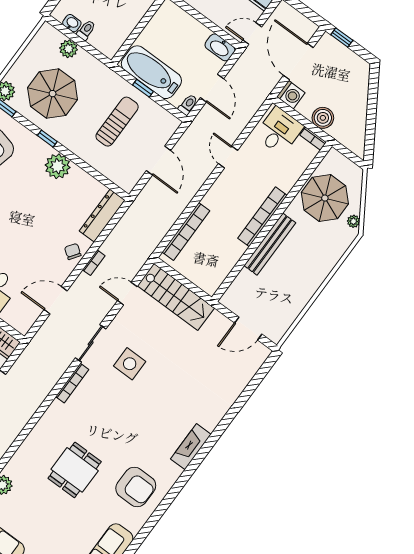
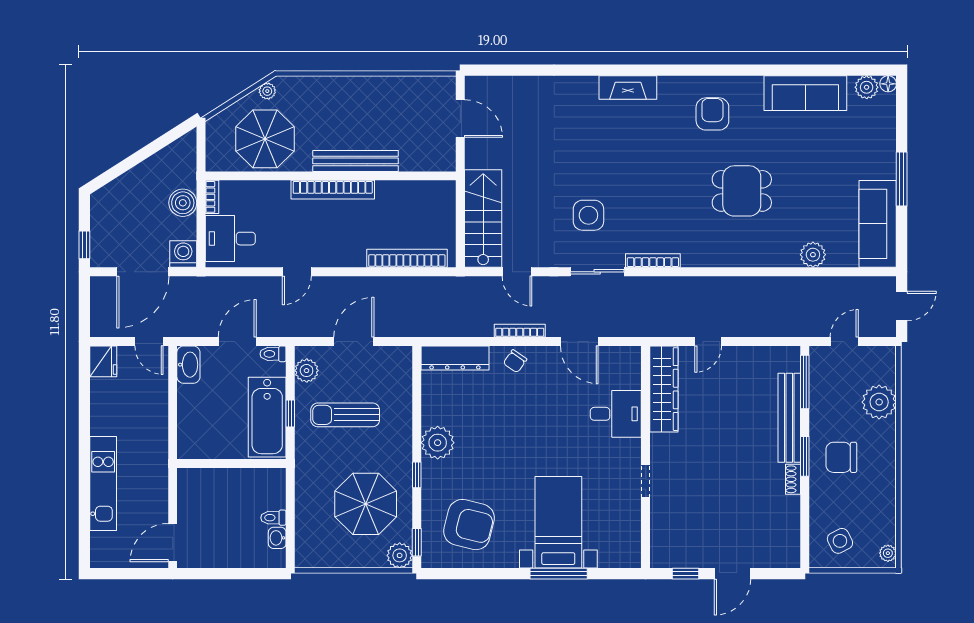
plant: (69, 49) -> (307, 371), moved
bookcase: (94, 263) -> (520, 331), width x1.56
armchair: (136, 487) -> (712, 114), width x0.73, depth x0.73

